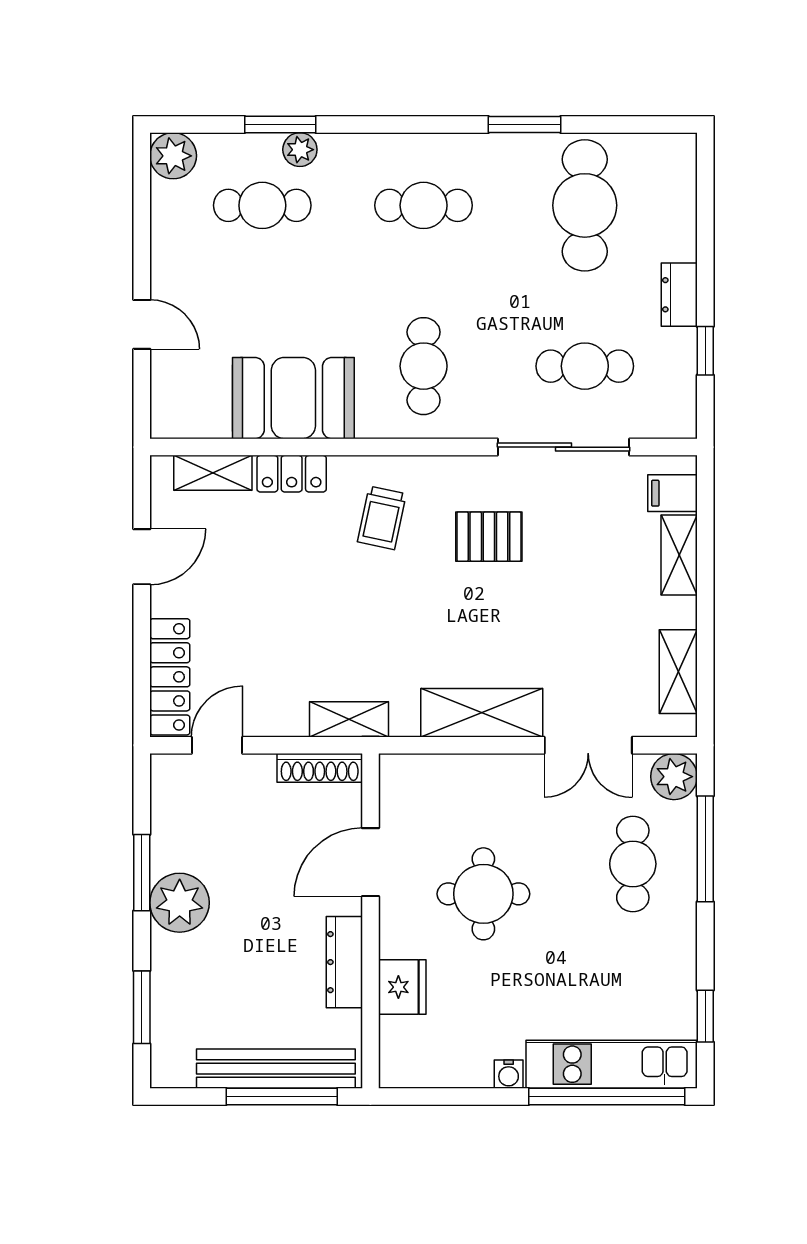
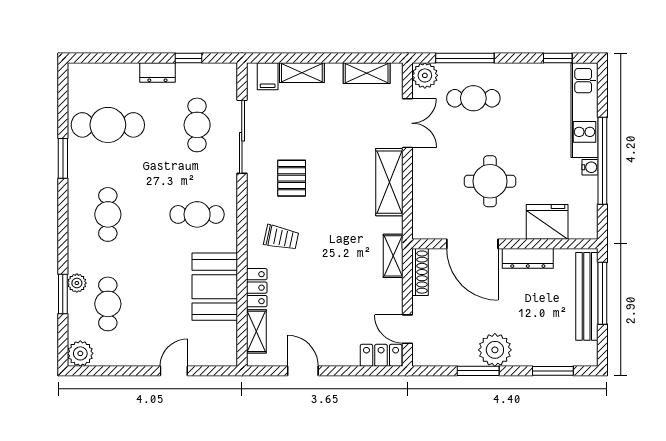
locker: (170, 677) -> (381, 355), width x0.66
door: (370, 862) -> (472, 244), width x1.36
fridge: (402, 987) -> (547, 222), width x1.36, depth x1.34
window: (607, 1096) -> (602, 161), moved

